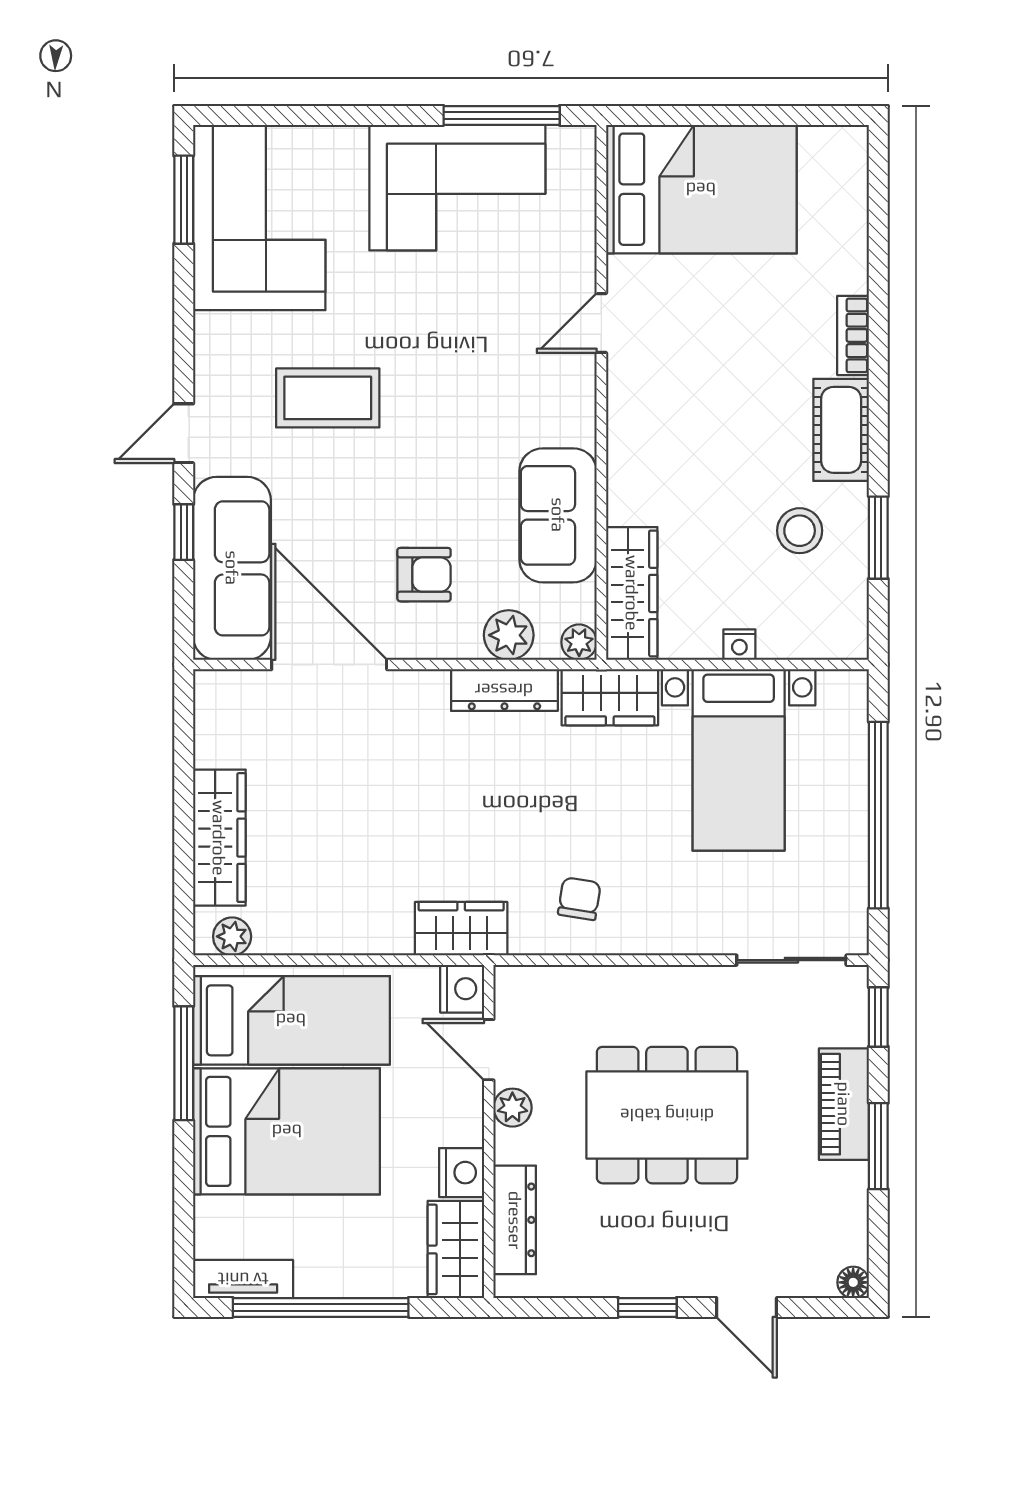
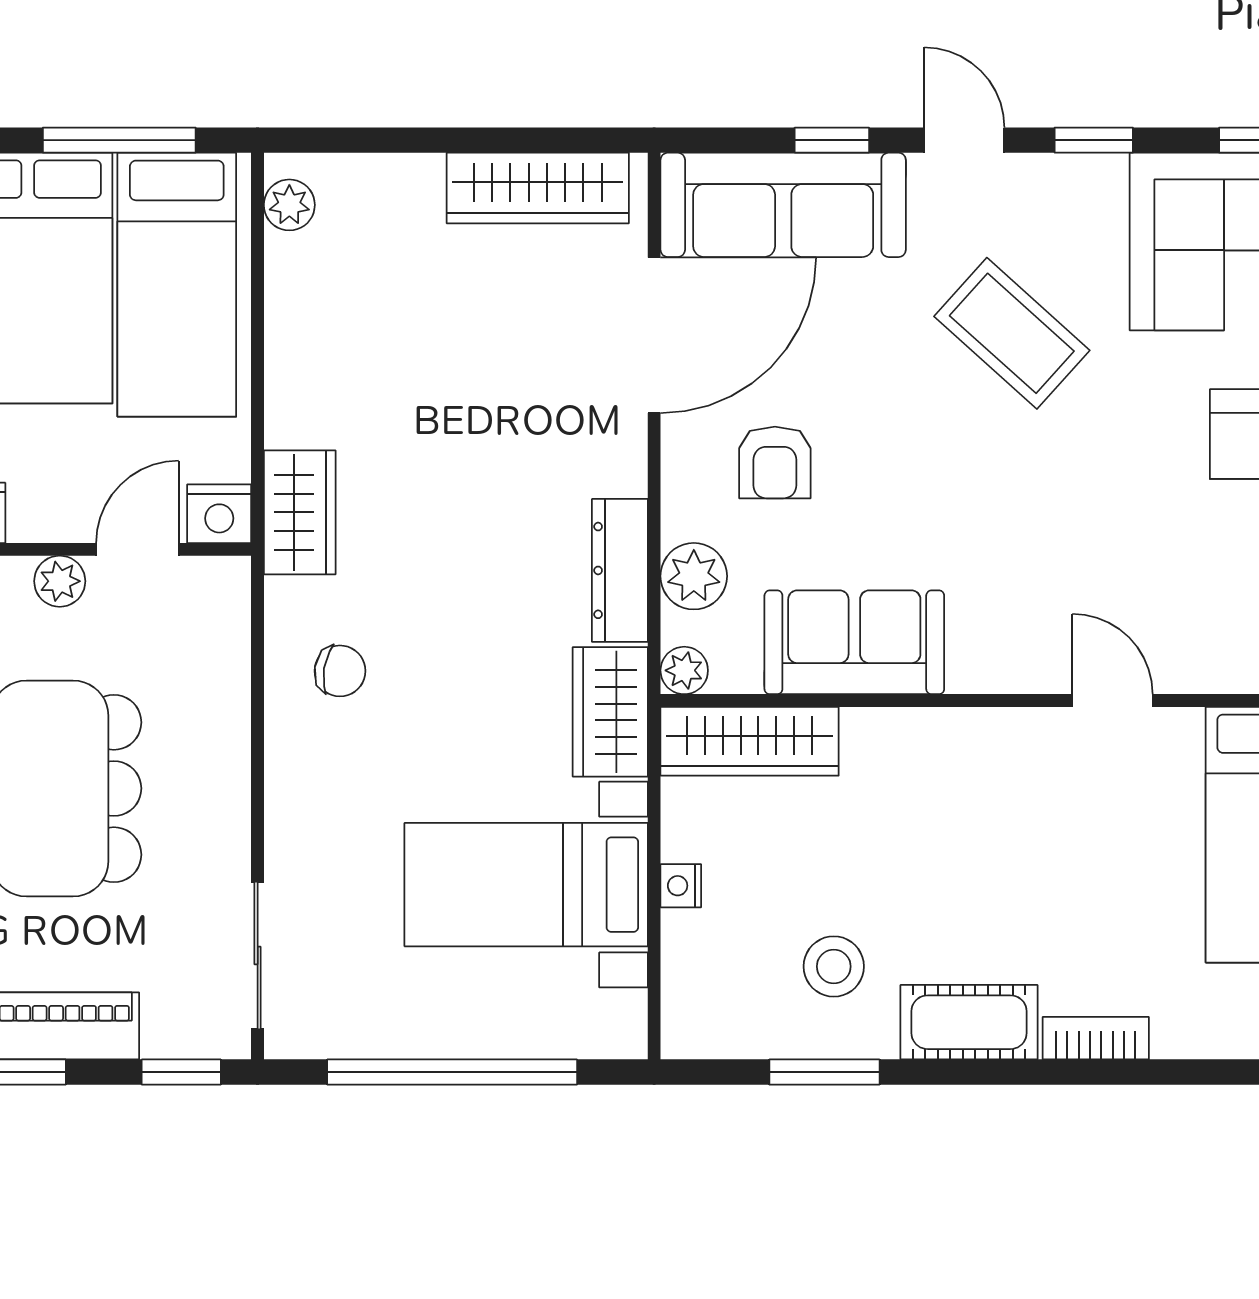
window: (184, 337) -> (1094, 140), added
coffee table: (328, 398) -> (1012, 333), turned -48
wardrobe: (219, 838) -> (538, 188), moved

